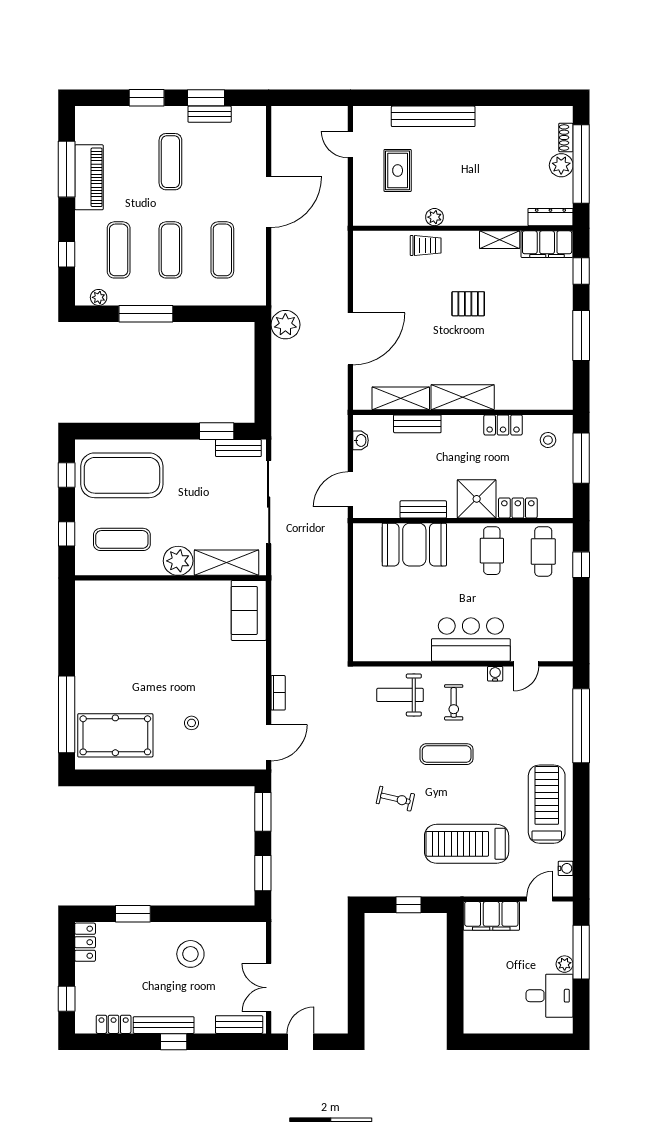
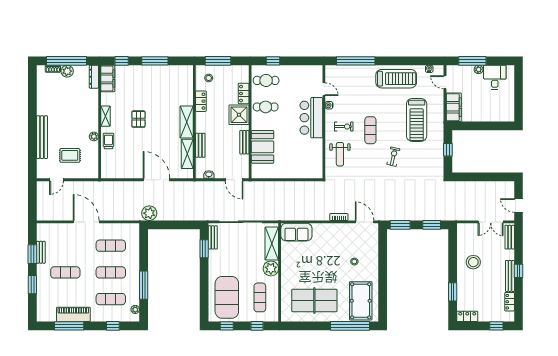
shelving: (500, 240) -> (105, 116), moved
table tennis table: (116, 645) -> (314, 300), added
treadmill: (547, 804) -> (396, 79), turned 180

